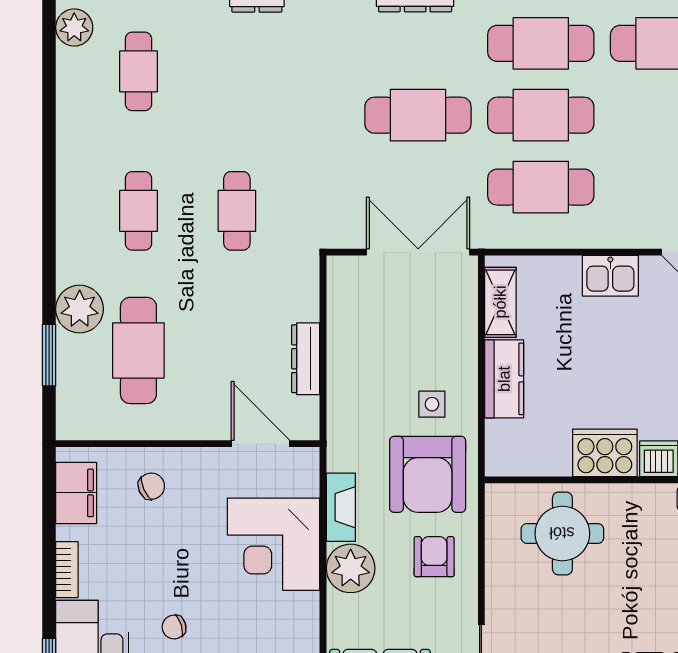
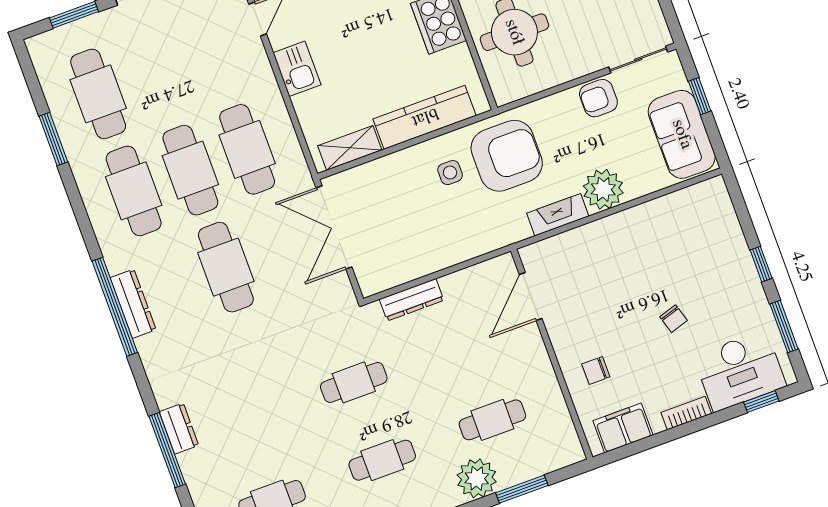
cafe table: (138, 350) -> (492, 420), width x0.73, depth x0.74
dresser: (306, 359) -> (412, 300), moved
kitchen counter: (504, 379) -> (425, 117), width x1.50
chair: (151, 486) -> (596, 370), turned -66
corner desk: (273, 544) -> (606, 257), removed
armchair: (434, 557) -> (598, 98), moved
chair: (174, 627) -> (673, 319), moved

